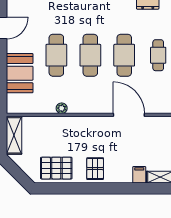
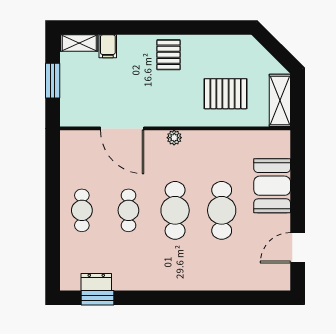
cafe table: (124, 55) -> (128, 210), width x0.73, depth x0.74
plant: (62, 108) -> (174, 138), moved
pallet: (56, 168) -> (226, 94), moved

